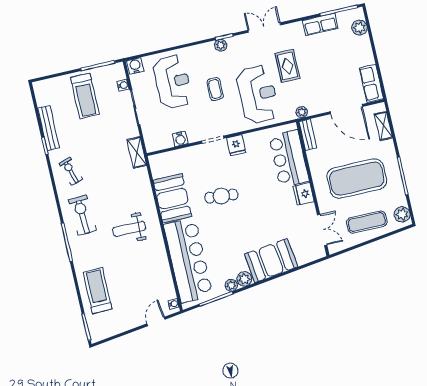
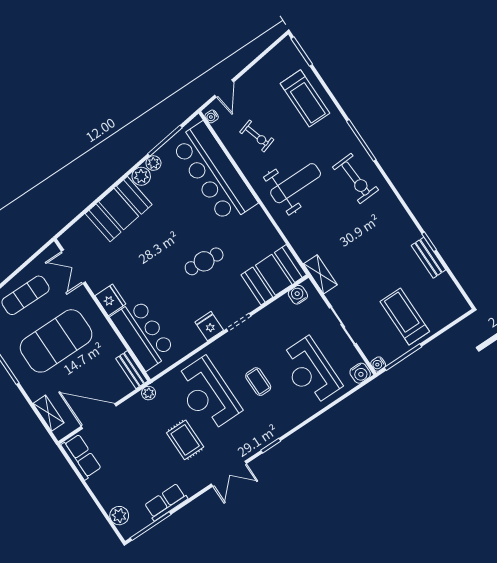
plant: (221, 45) -> (271, 434), removed
water cooler: (123, 85) -> (378, 364), moved
bench: (48, 128) -> (429, 258), width x0.73
water cooler: (180, 139) -> (298, 295), moved
exercise bike: (71, 171) -> (257, 136), moved
booth: (172, 198) -> (274, 275), moved, turned 90
weight bench: (129, 229) -> (296, 183), width x1.36, depth x1.33

